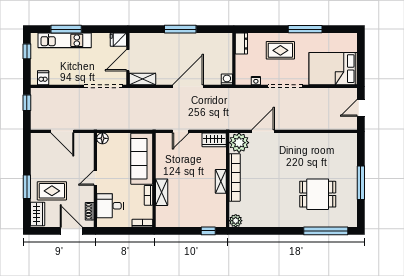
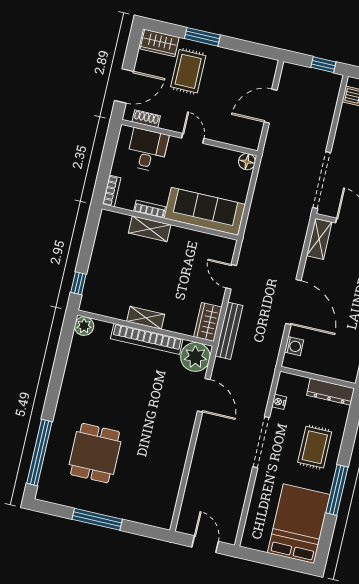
dresser: (241, 44) -> (331, 392), width x1.44
bed: (333, 69) -> (299, 524), moved
washing machine: (227, 79) -> (294, 346), moved
bench: (217, 125) -> (229, 331), added

